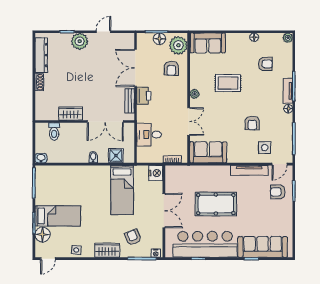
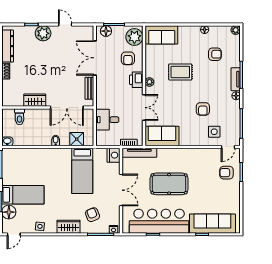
door: (103, 32) -> (65, 24), hinge flipped
floor lamp: (159, 39) -> (106, 31), moved
printer: (144, 96) -> (136, 80), moved, turned 180
tv unit: (249, 170) -> (139, 153), moved

